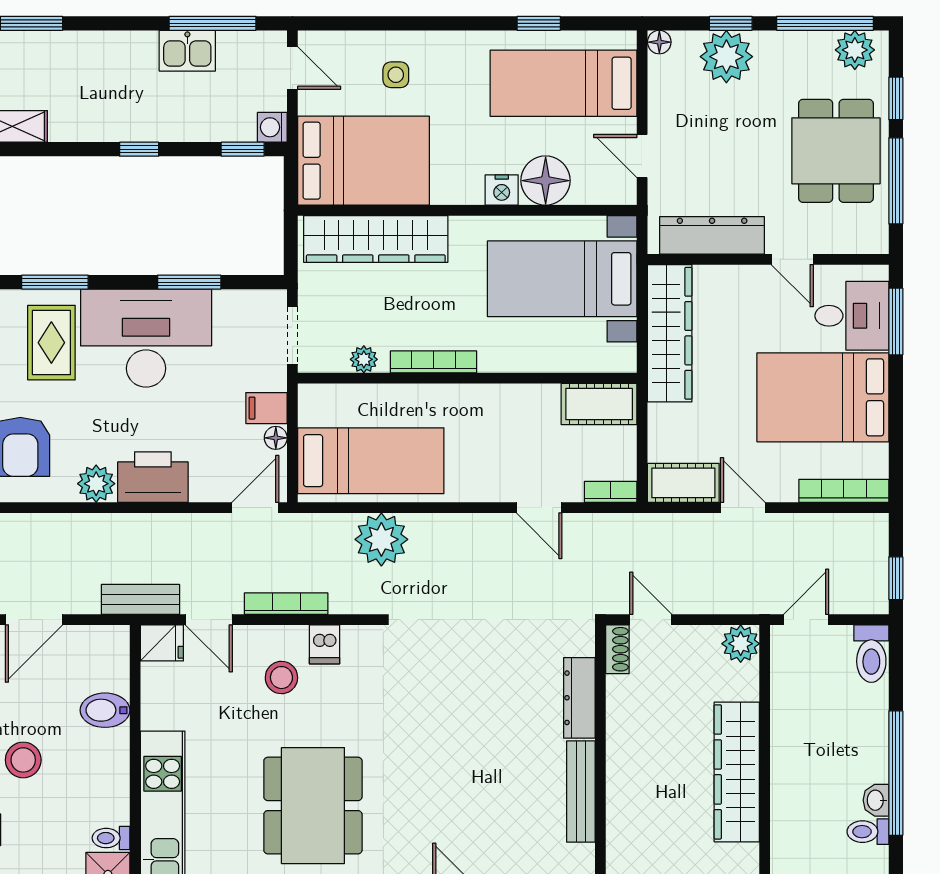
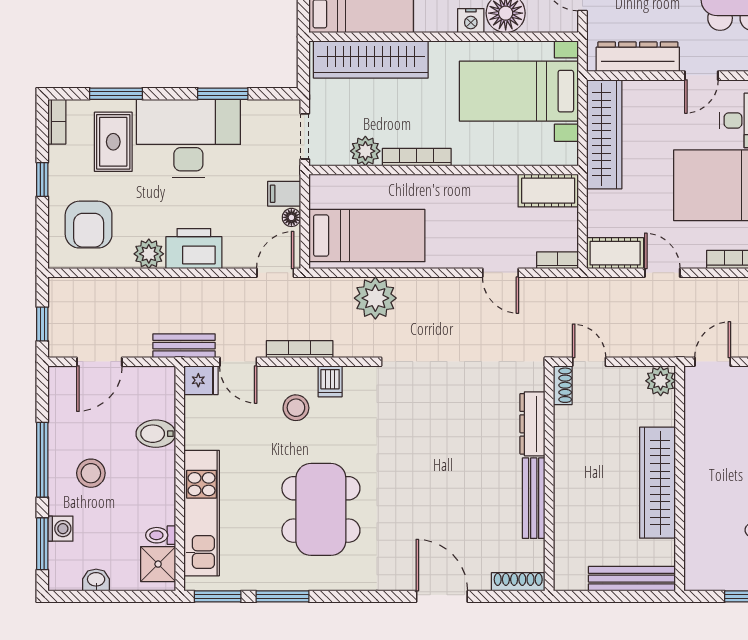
door: (792, 259) -> (701, 76), hinge flipped
plant: (364, 359) -> (365, 151), width x1.38, depth x1.38

